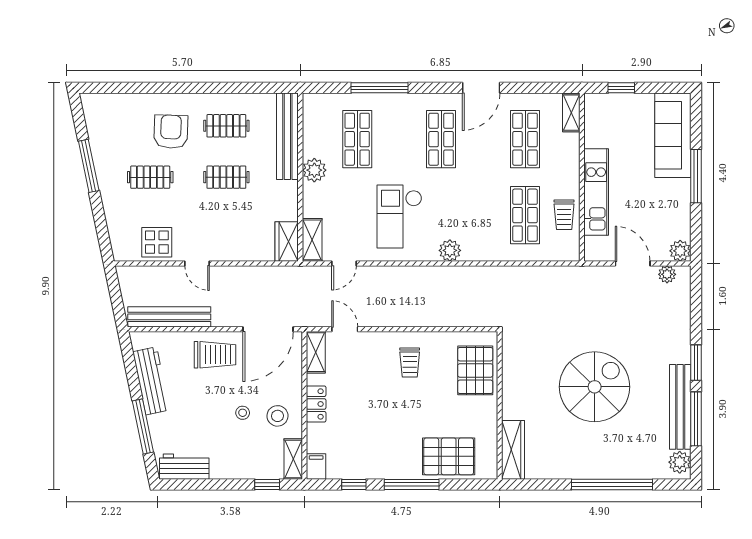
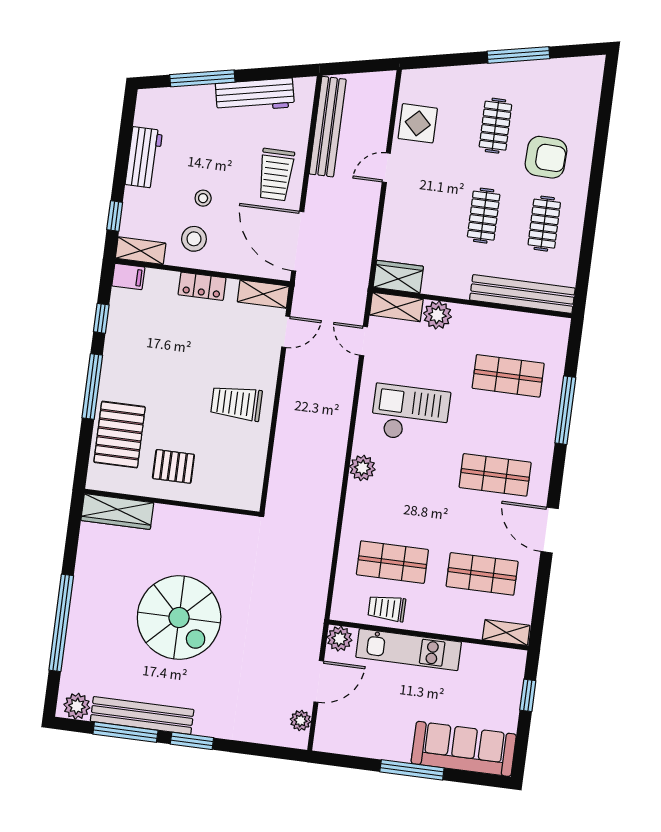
plant: (314, 170) -> (437, 315), moved
plant: (680, 251) -> (340, 639), moved
trolley: (410, 362) -> (236, 403), width x1.36, depth x1.39
pallet: (475, 370) -> (173, 466), moved, width x0.67, depth x0.71
workbench: (184, 467) -> (144, 157), moved

